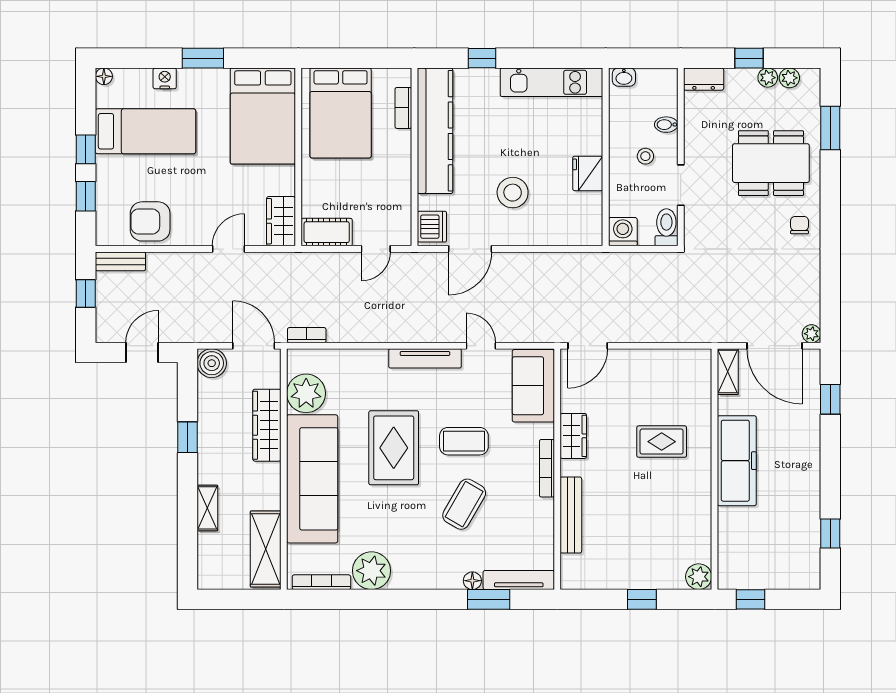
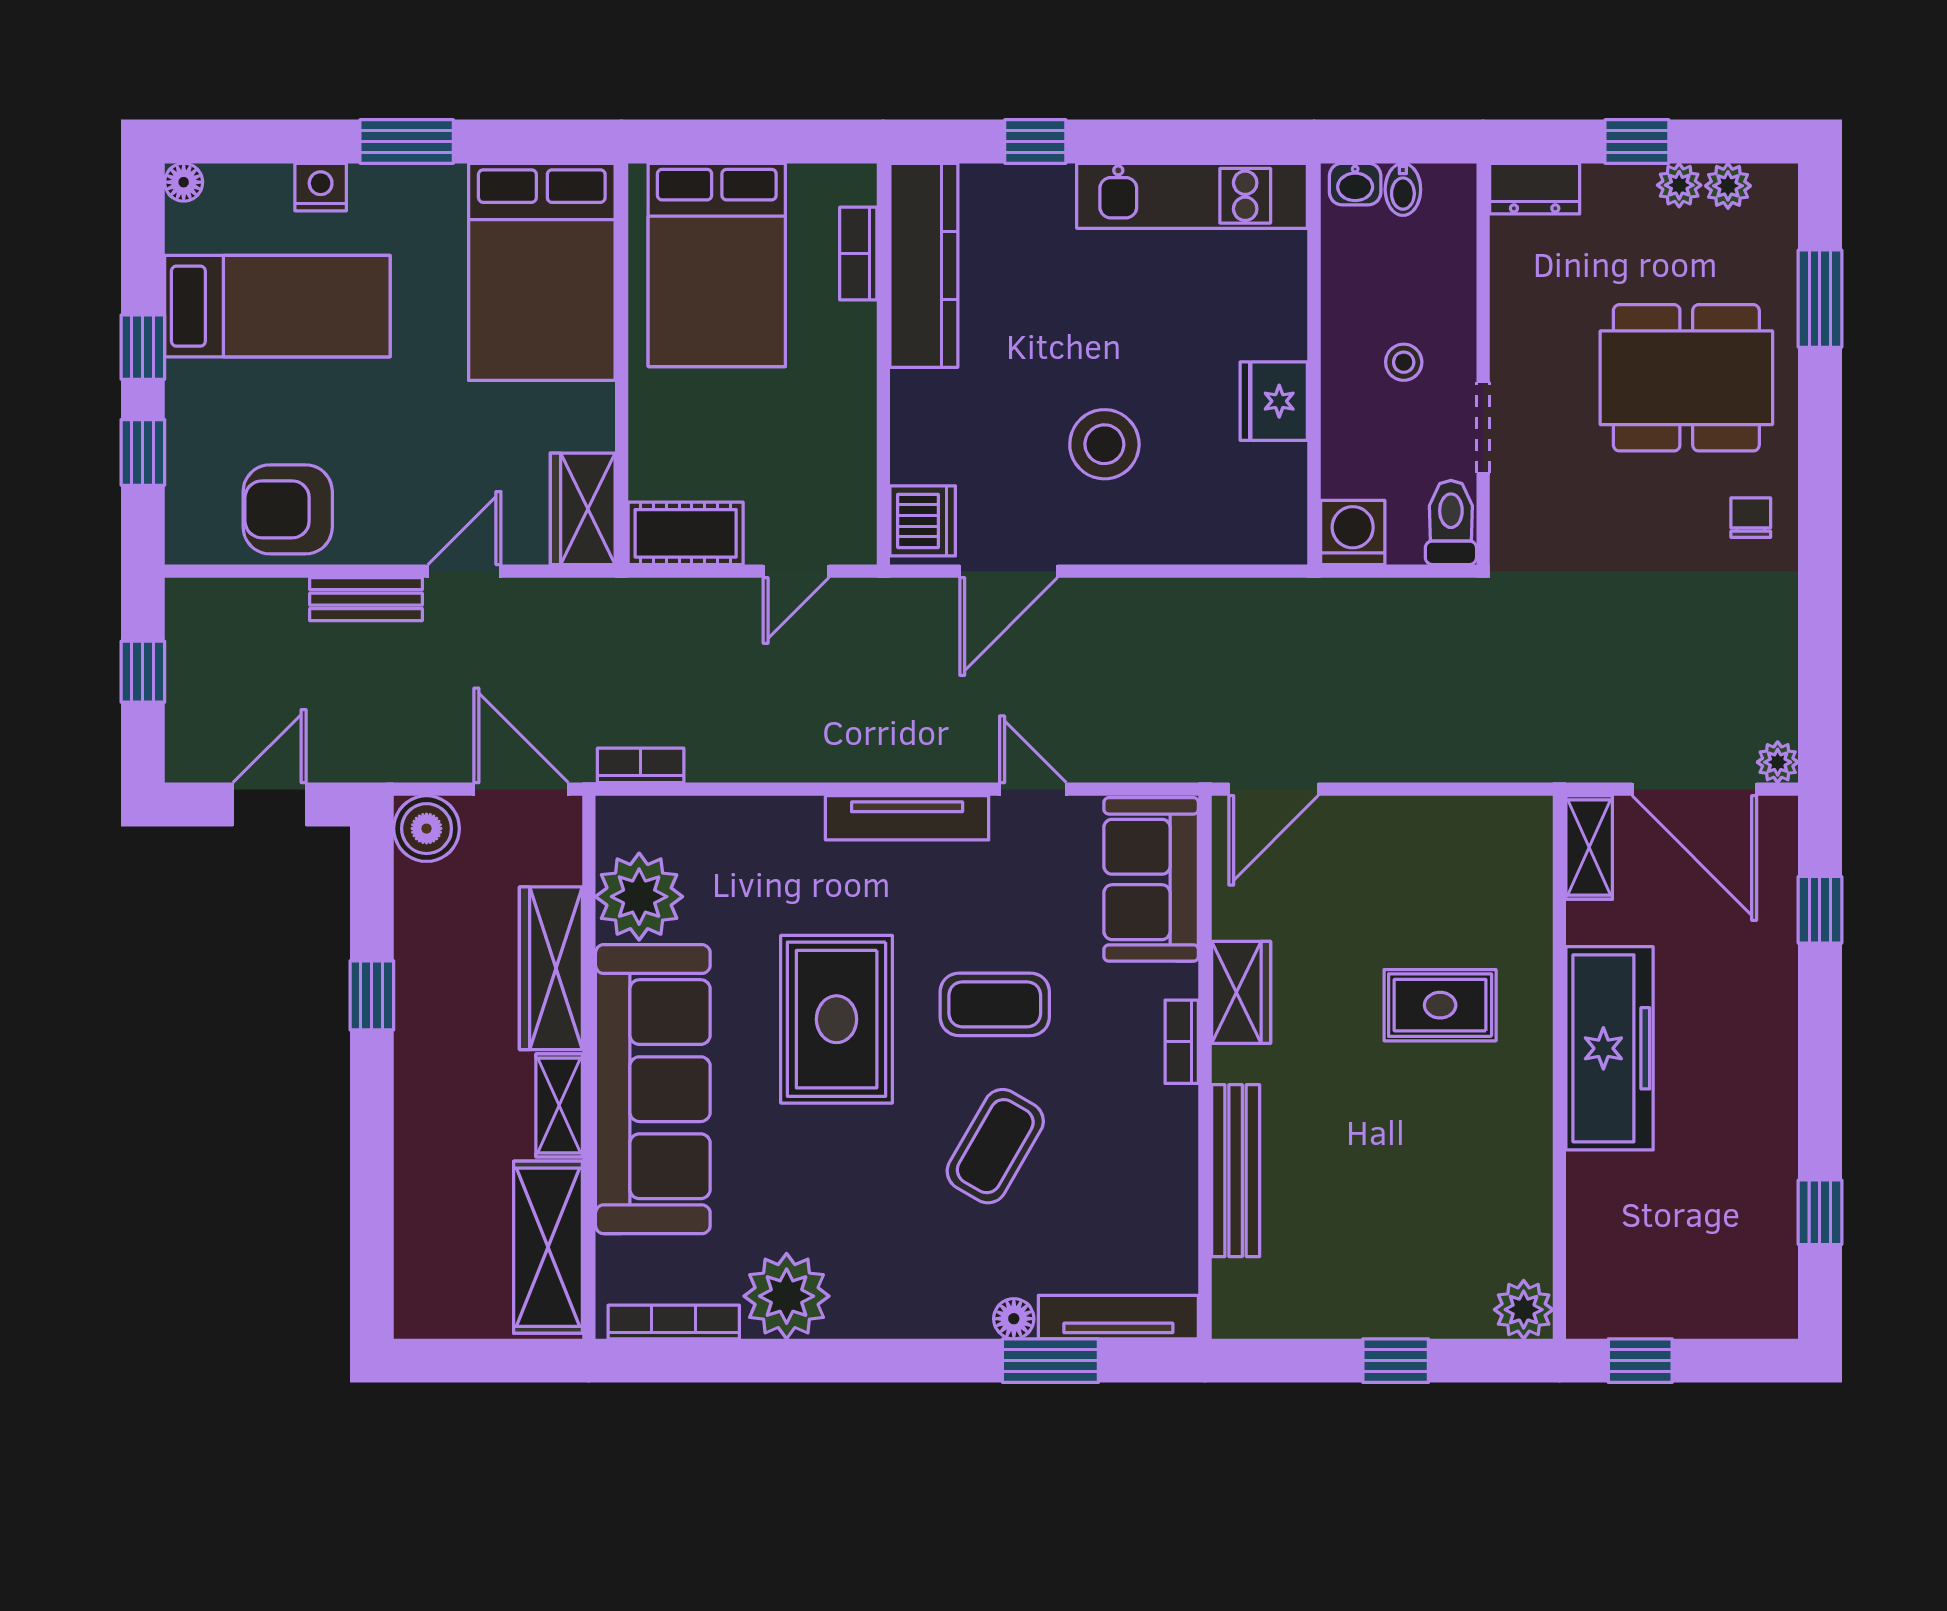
bidet: (666, 125) -> (1403, 189), moved, turned -90
kitchen counter: (435, 131) -> (924, 265), width x0.72, depth x0.86
bench: (120, 261) -> (366, 599), moved
bookcase: (547, 468) -> (1182, 1042), width x0.64
shelving: (207, 508) -> (559, 1105), moved

